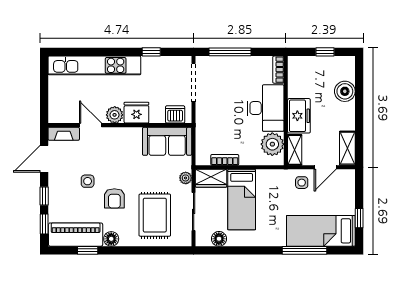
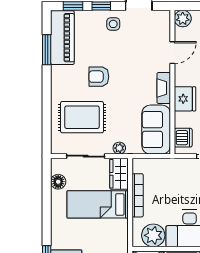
plant: (115, 115) -> (183, 19), moved
fireplace: (64, 134) -> (164, 88), moved
bookcase: (225, 160) -> (138, 195), width x1.56
side table: (88, 181) -> (113, 24), moved
floor lamp: (111, 239) -> (58, 73), removed
window: (88, 250) -> (47, 50), width x1.50

